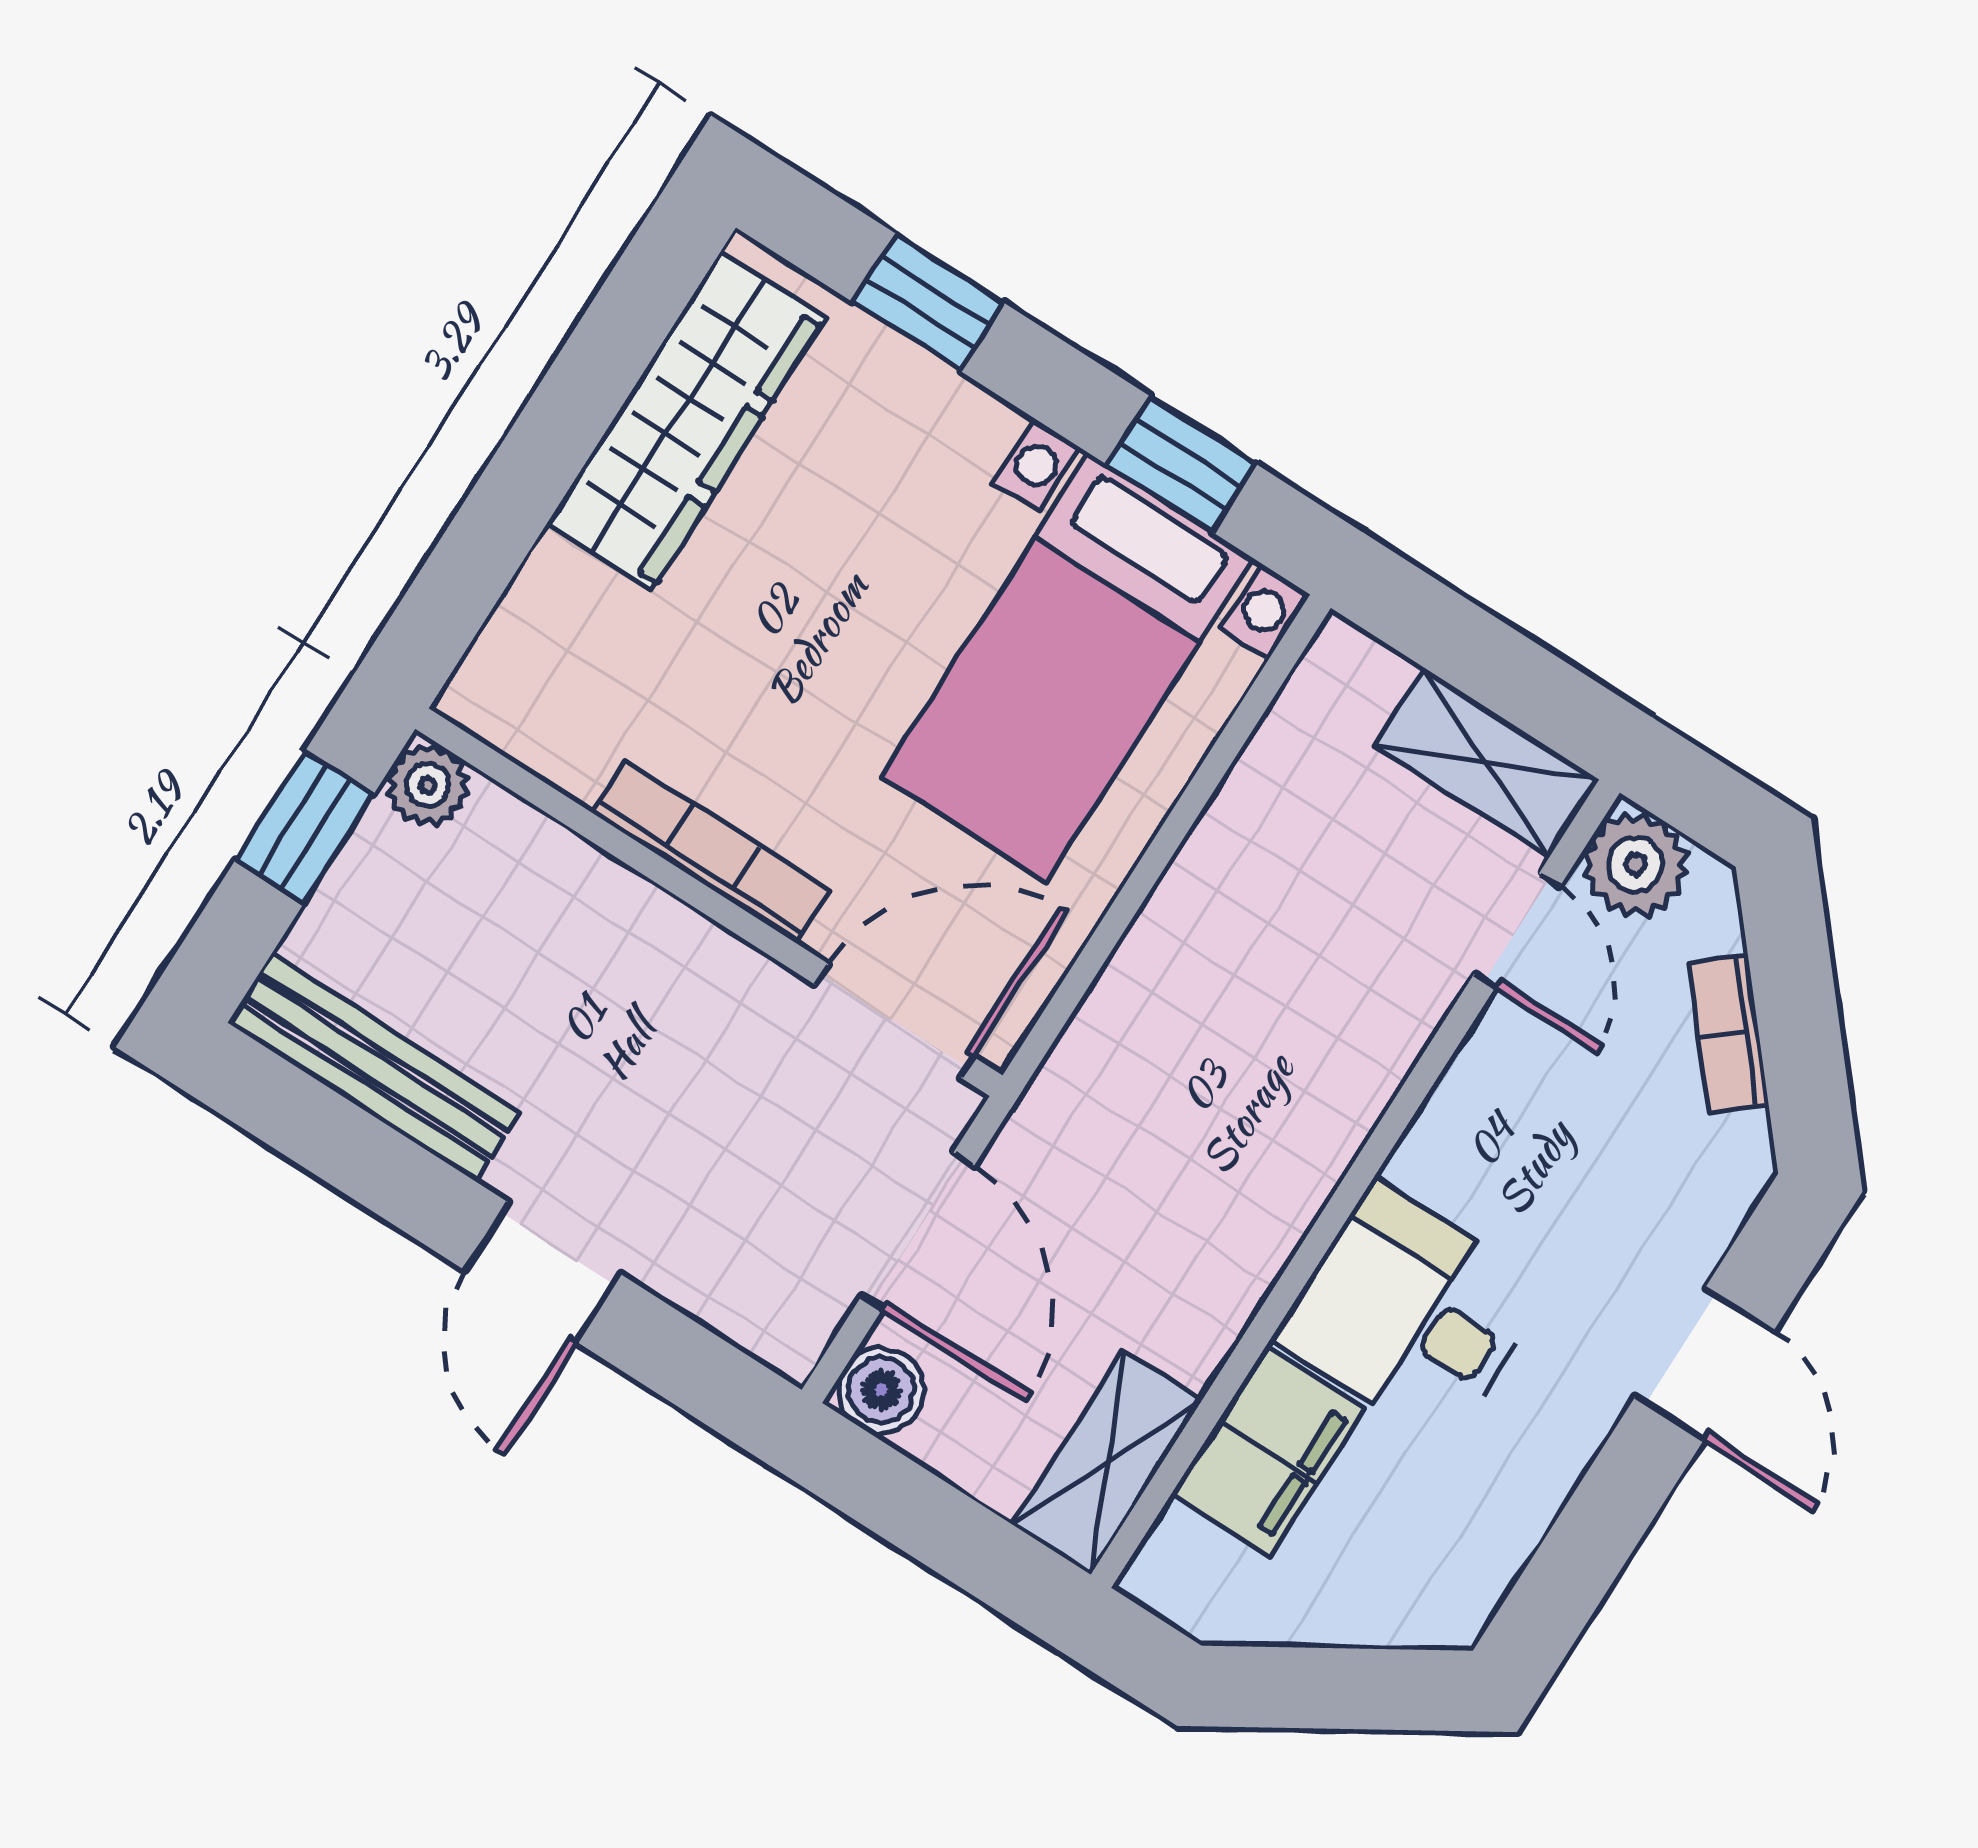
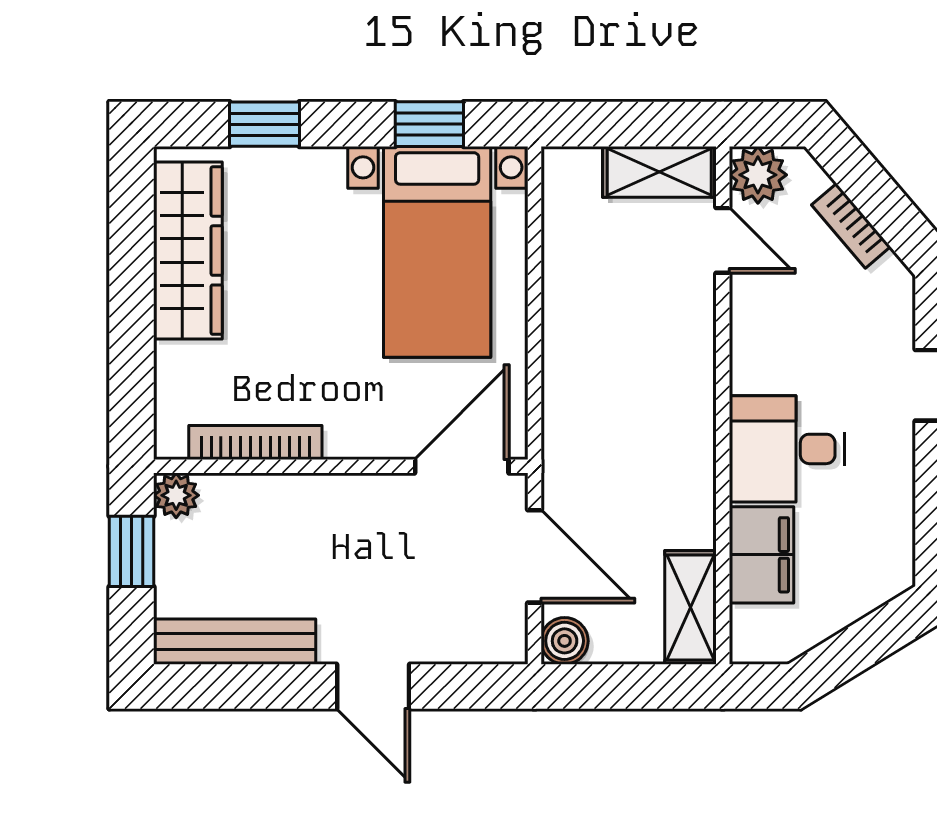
bookcase: (710, 851) -> (255, 443), moved

